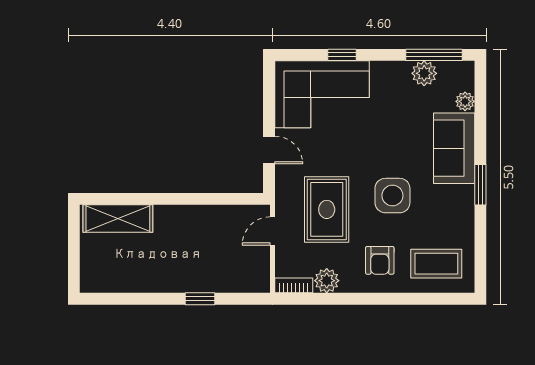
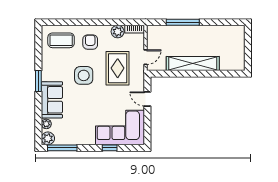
plant: (424, 73) -> (48, 138), moved
shelving: (118, 219) -> (193, 64), moved, width x1.47
window: (200, 299) -> (183, 22), width x2.17

